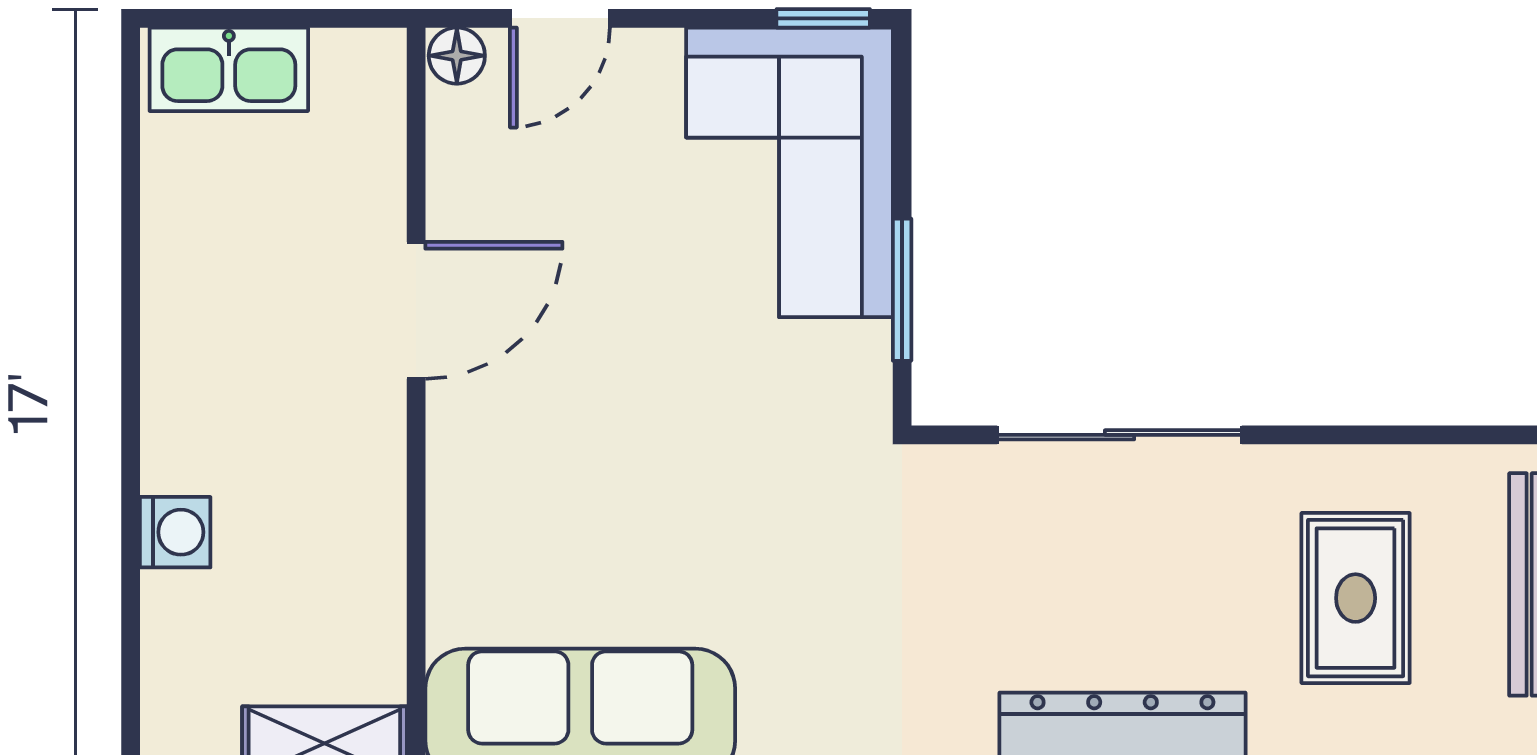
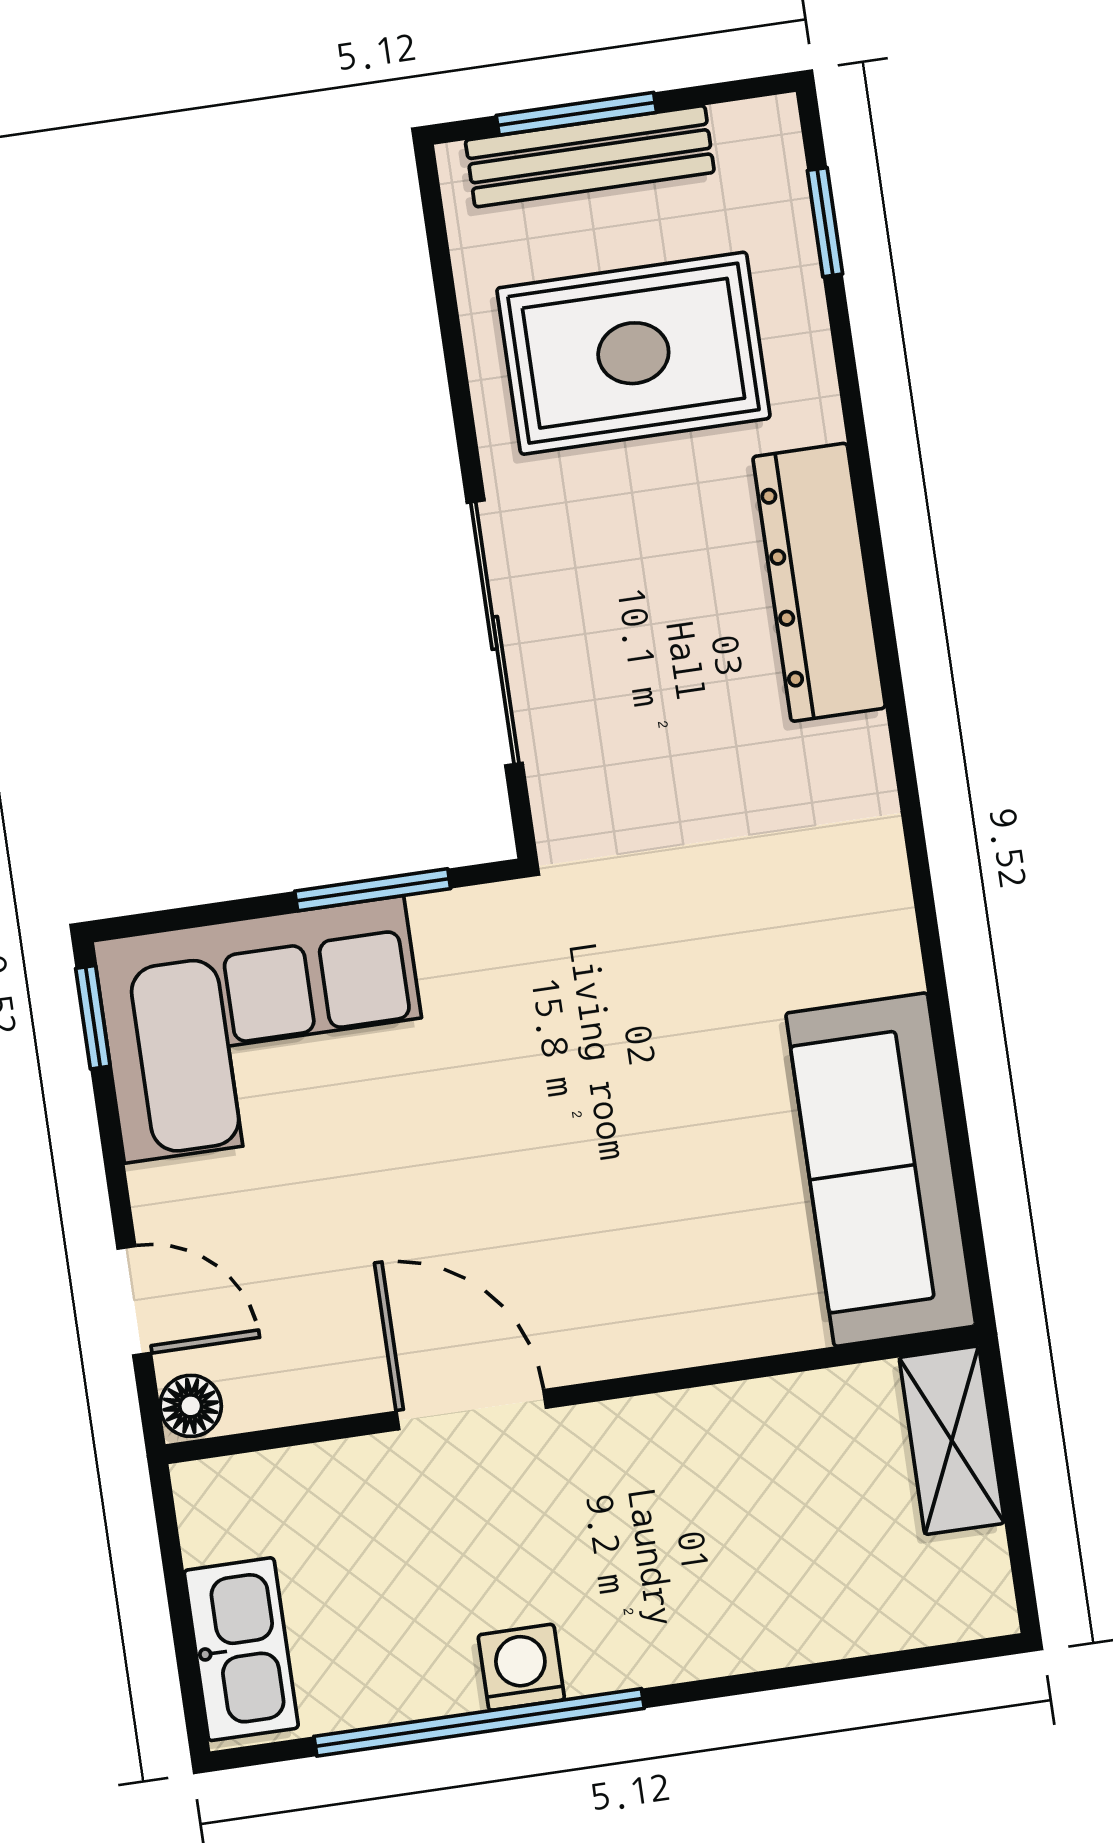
window: (131, 276) -> (479, 1722), added
washing machine: (175, 532) -> (521, 1667), moved
rug: (1356, 598) -> (633, 353), width x1.36, depth x1.43

